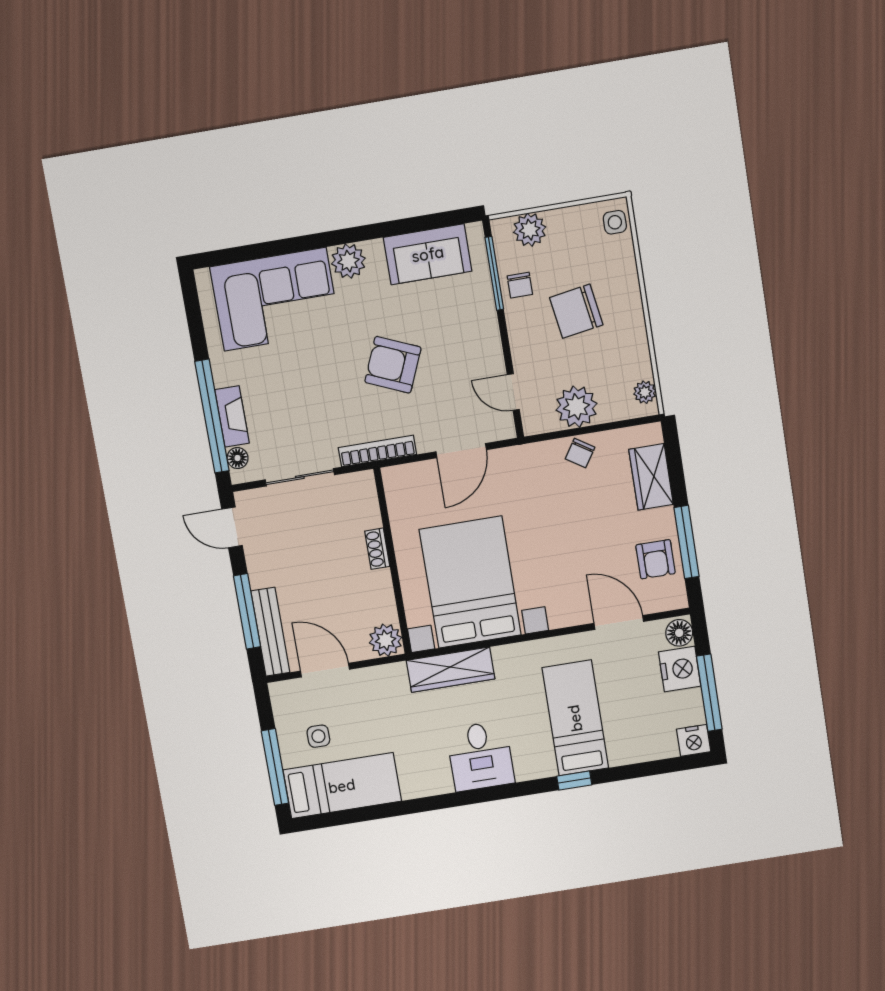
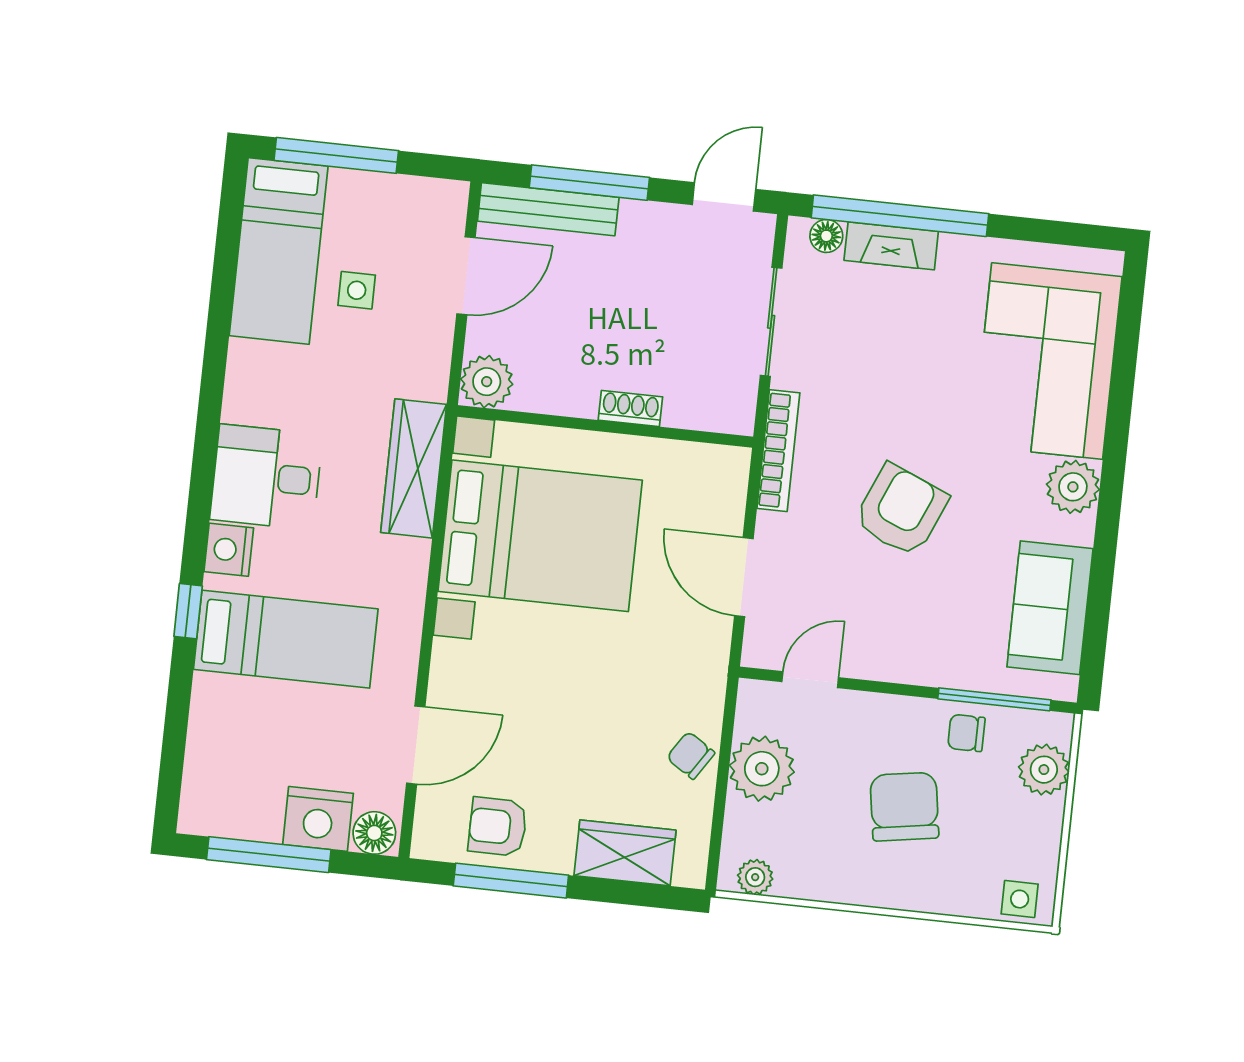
side table: (318, 736) -> (357, 290), moved
nightstand: (694, 740) -> (229, 550), moved

